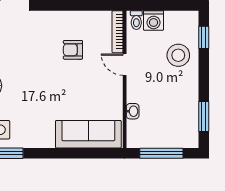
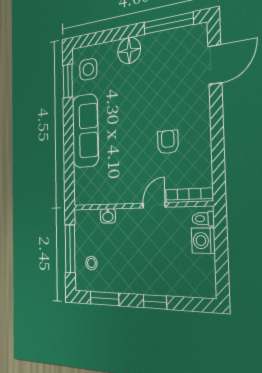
window: (204, 37) -> (155, 302), moved
stool: (178, 55) -> (91, 263), moved, width x0.53, depth x0.53
sofa: (88, 134) -> (85, 131), moved

